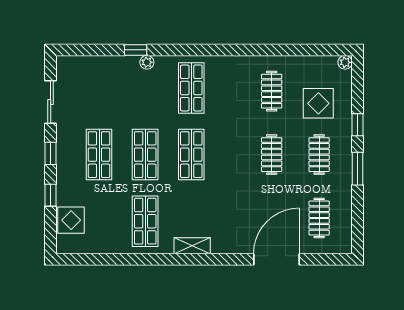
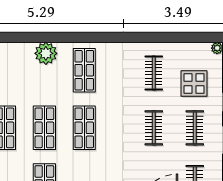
window: (136, 50) -> (36, 37), removed
plant: (147, 62) -> (46, 53), width x1.88, depth x1.88

